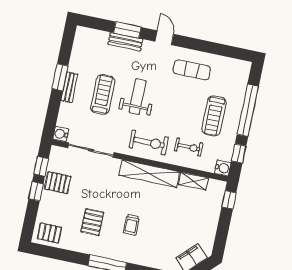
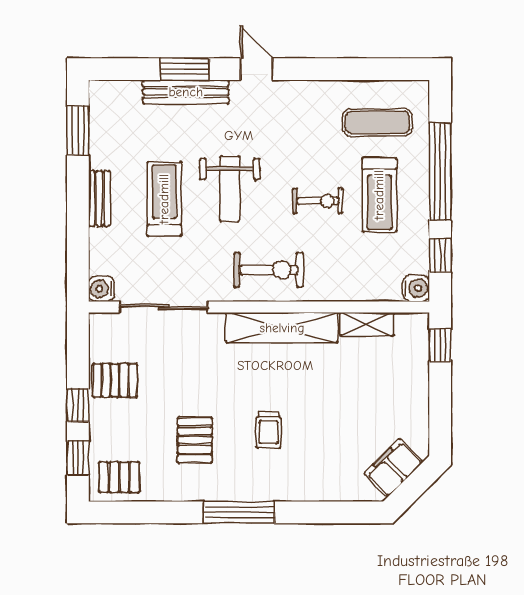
bench: (125, 42) -> (186, 92), width x1.36
exercise mat: (192, 70) -> (377, 122), moved
window: (60, 77) -> (78, 130), moved
weight bench: (138, 96) -> (230, 189), turned 180
exercise bike: (189, 147) -> (318, 201), moved
window: (41, 166) -> (78, 458), moved

